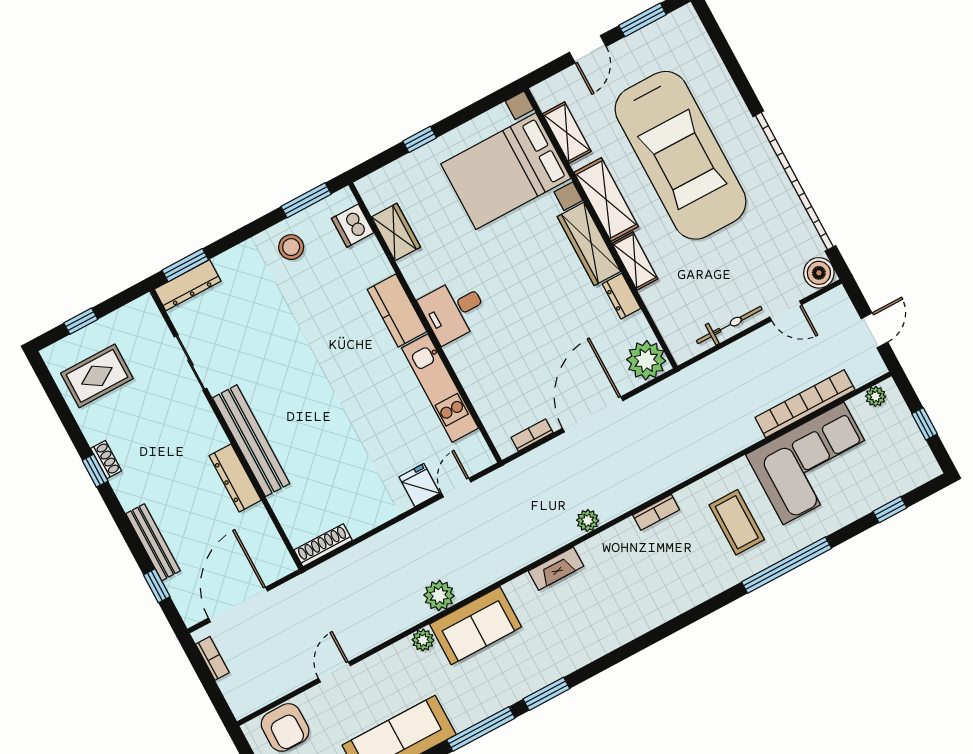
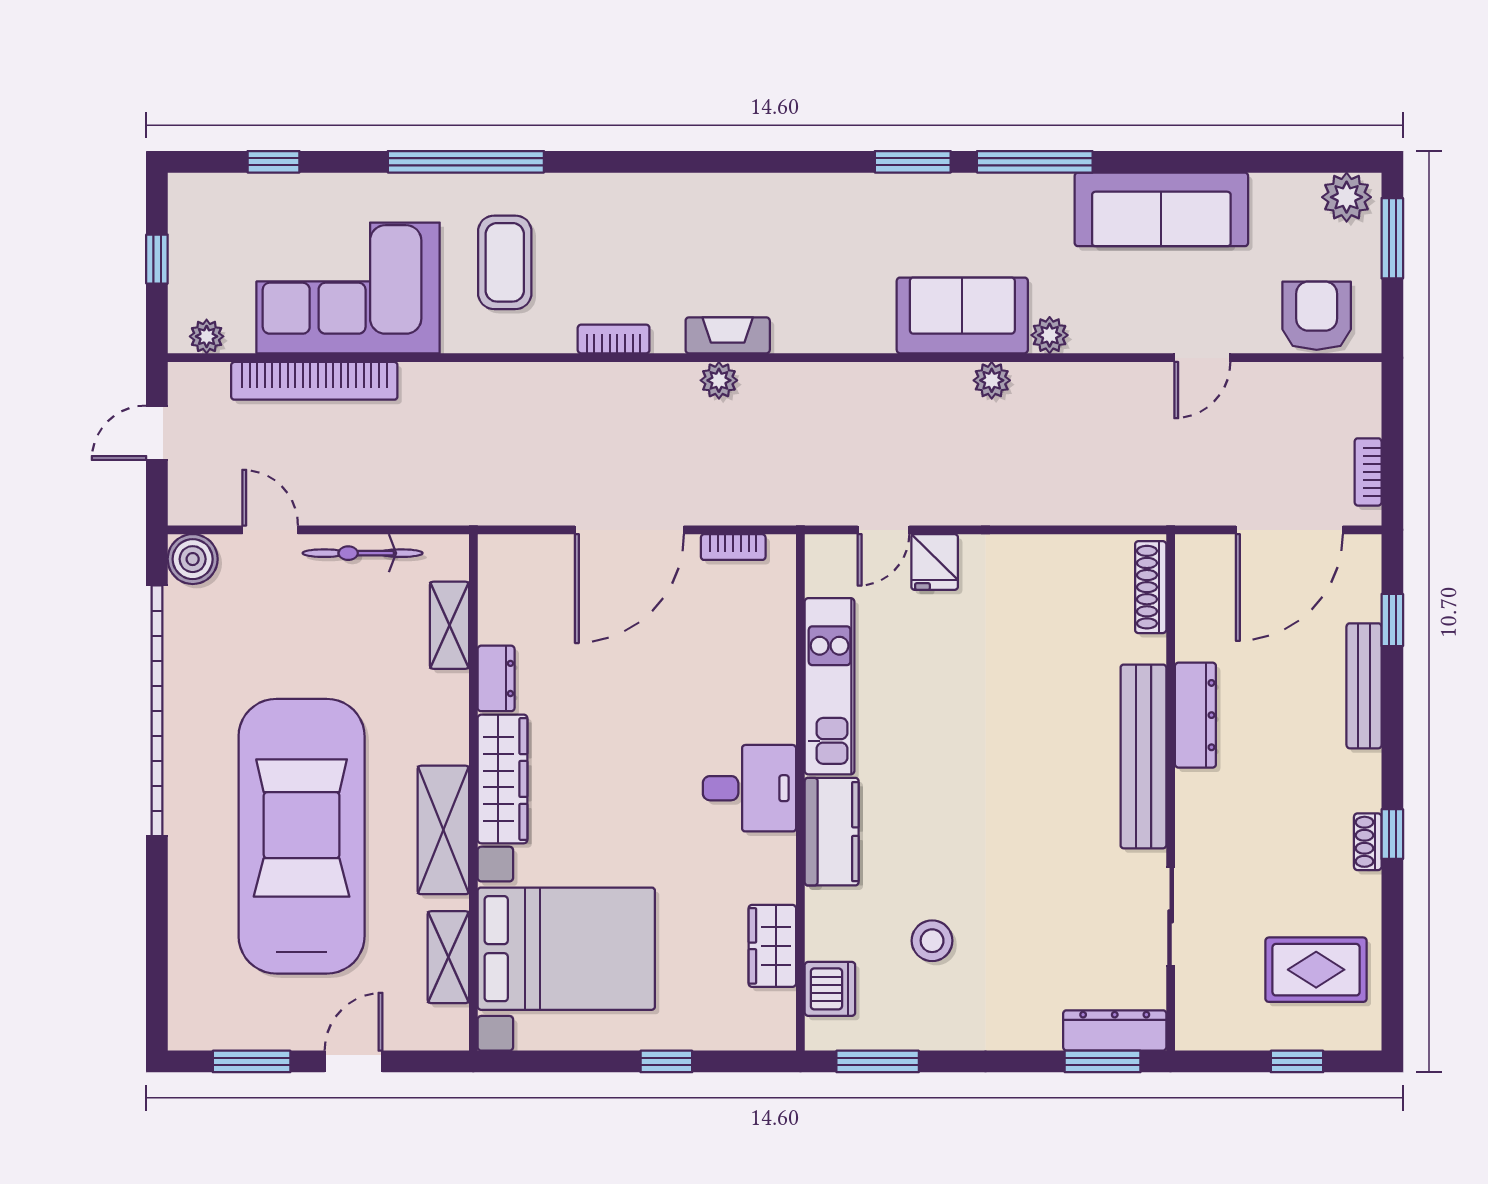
stool: (291, 247) -> (932, 941), moved
shelving: (635, 261) -> (449, 625), moved
plant: (646, 360) -> (510, 567), removed
shoe rack: (323, 545) -> (1151, 587), moved, turned 90
fireplace: (556, 569) -> (728, 335), moved
plant: (439, 595) -> (992, 380), width x0.73, depth x0.73

